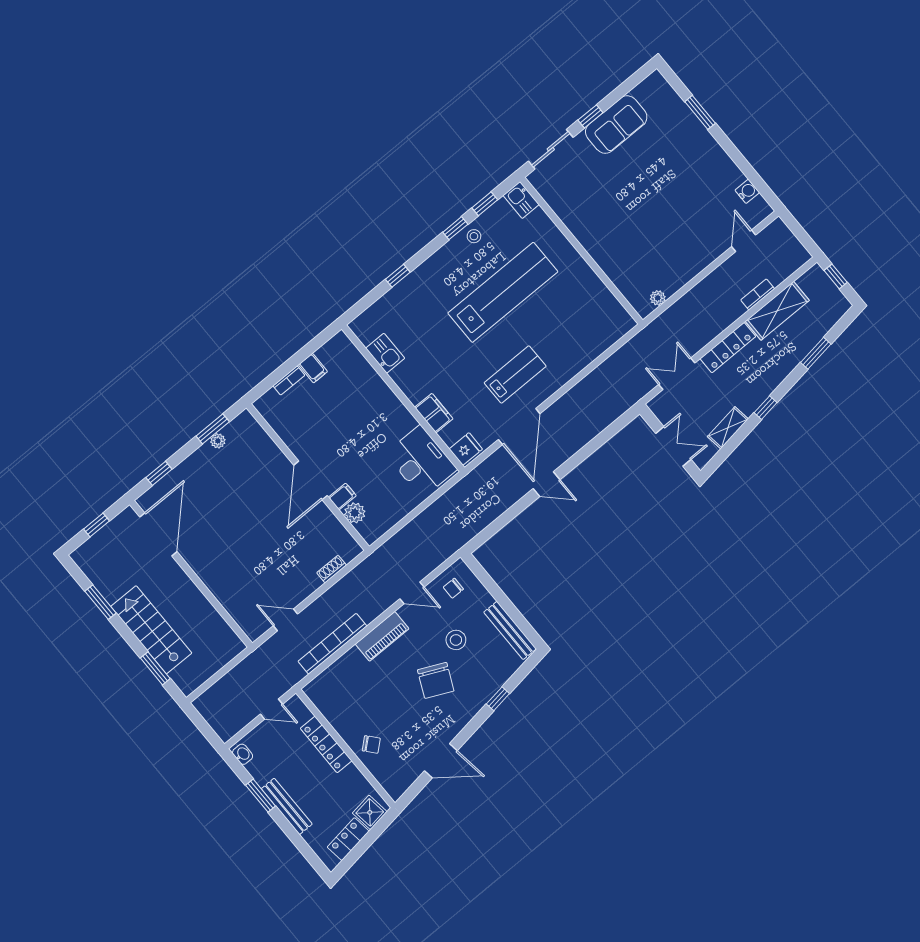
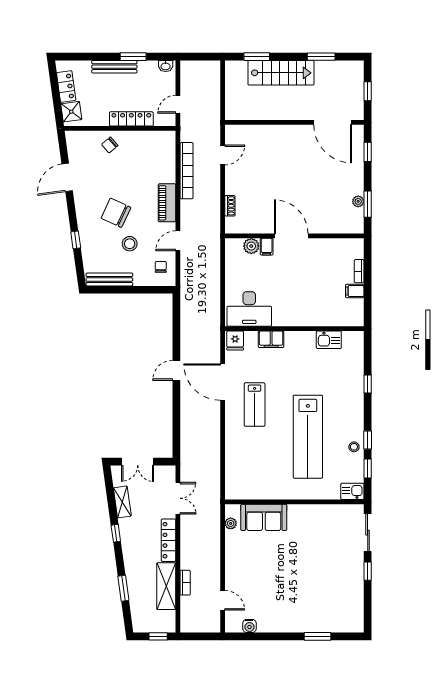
sofa: (616, 125) -> (264, 517), moved, turned -90

